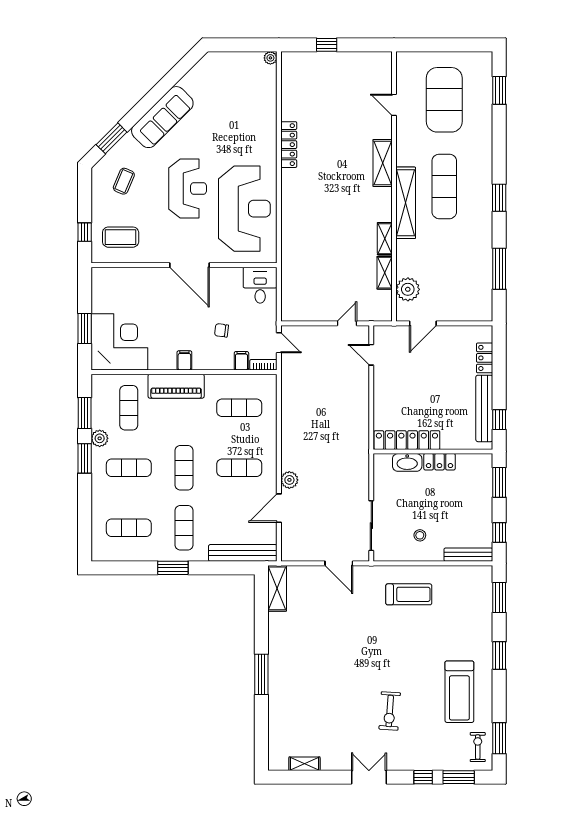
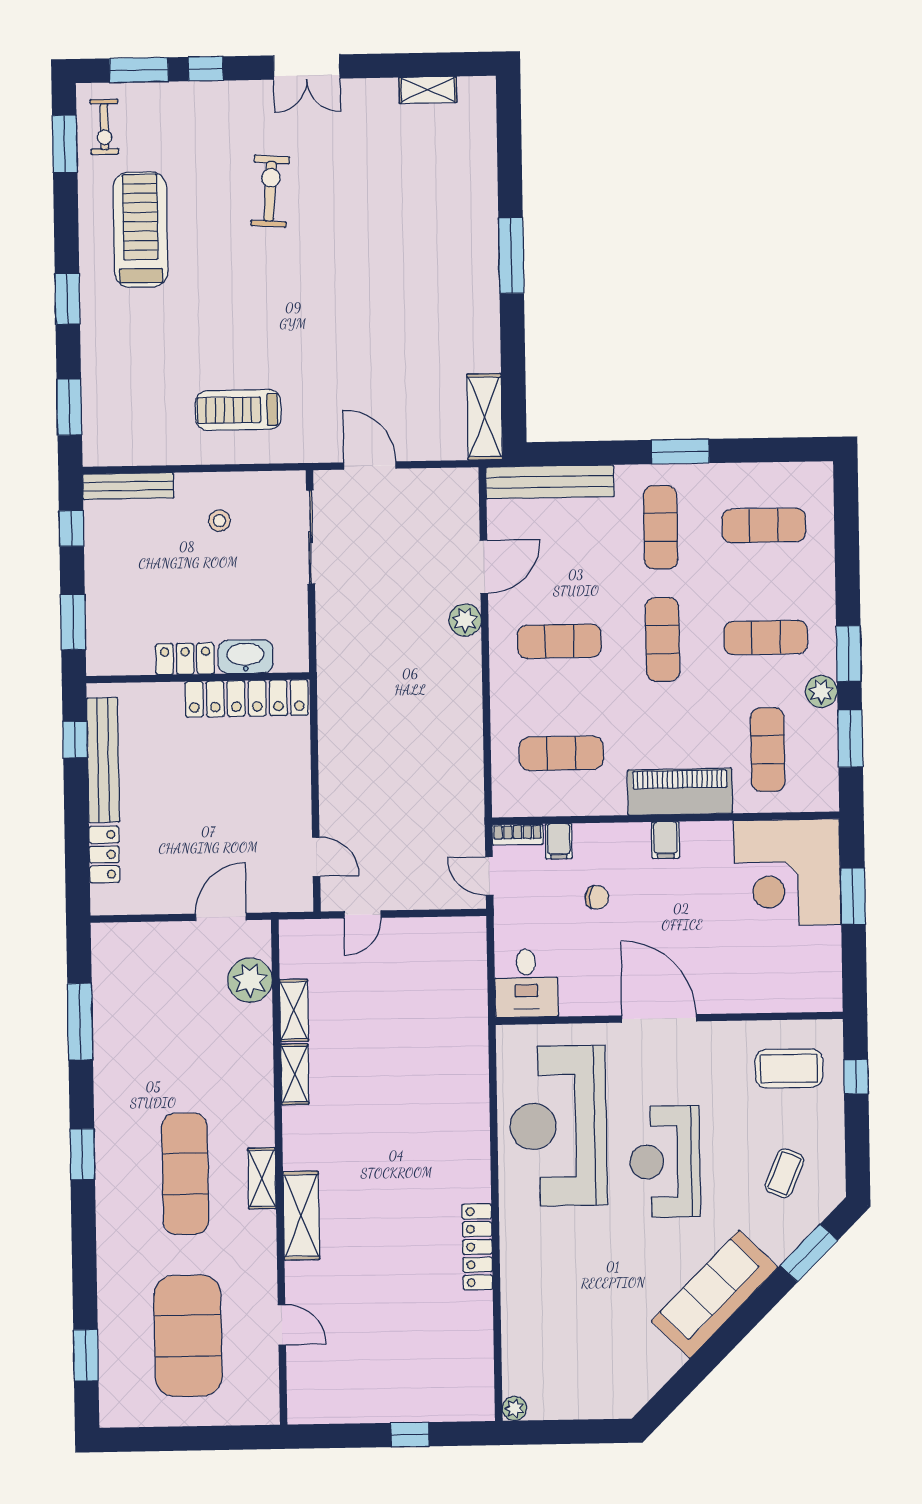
shelving: (406, 203) -> (262, 1178), width x0.45, depth x0.75

